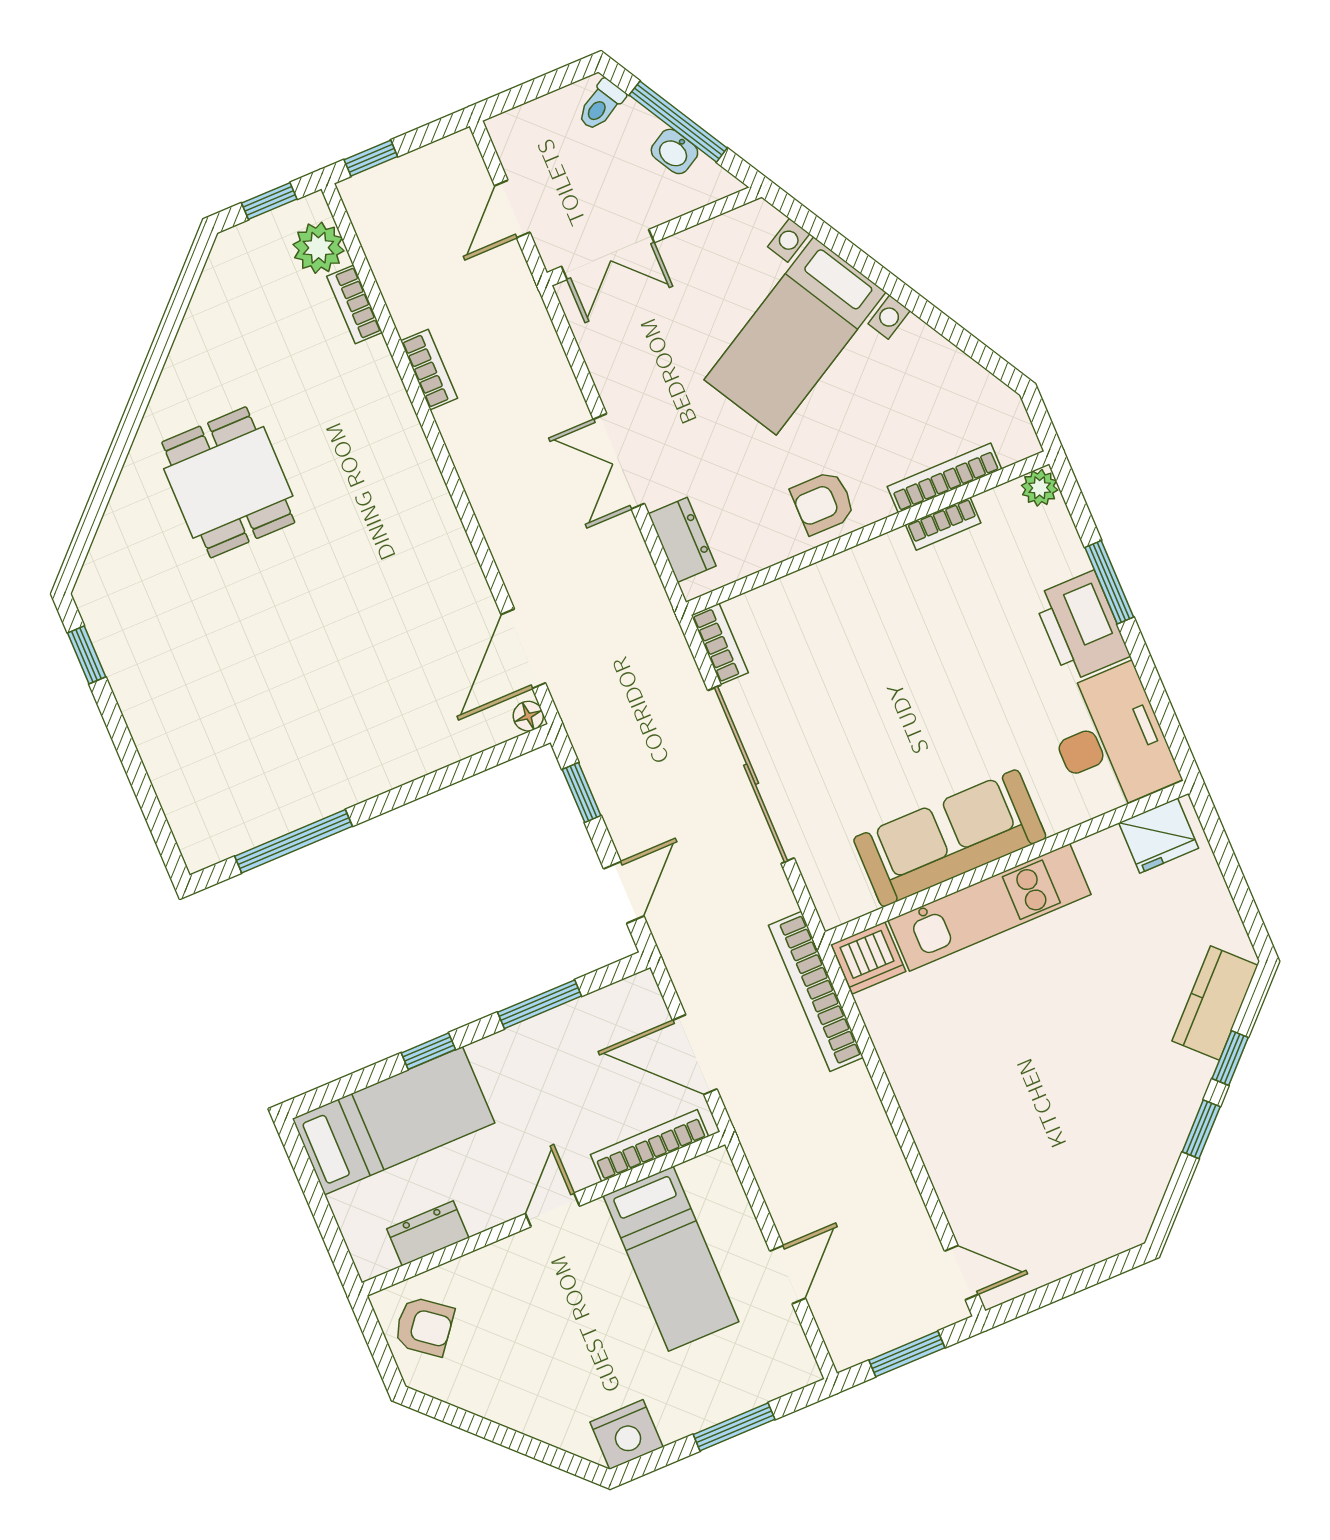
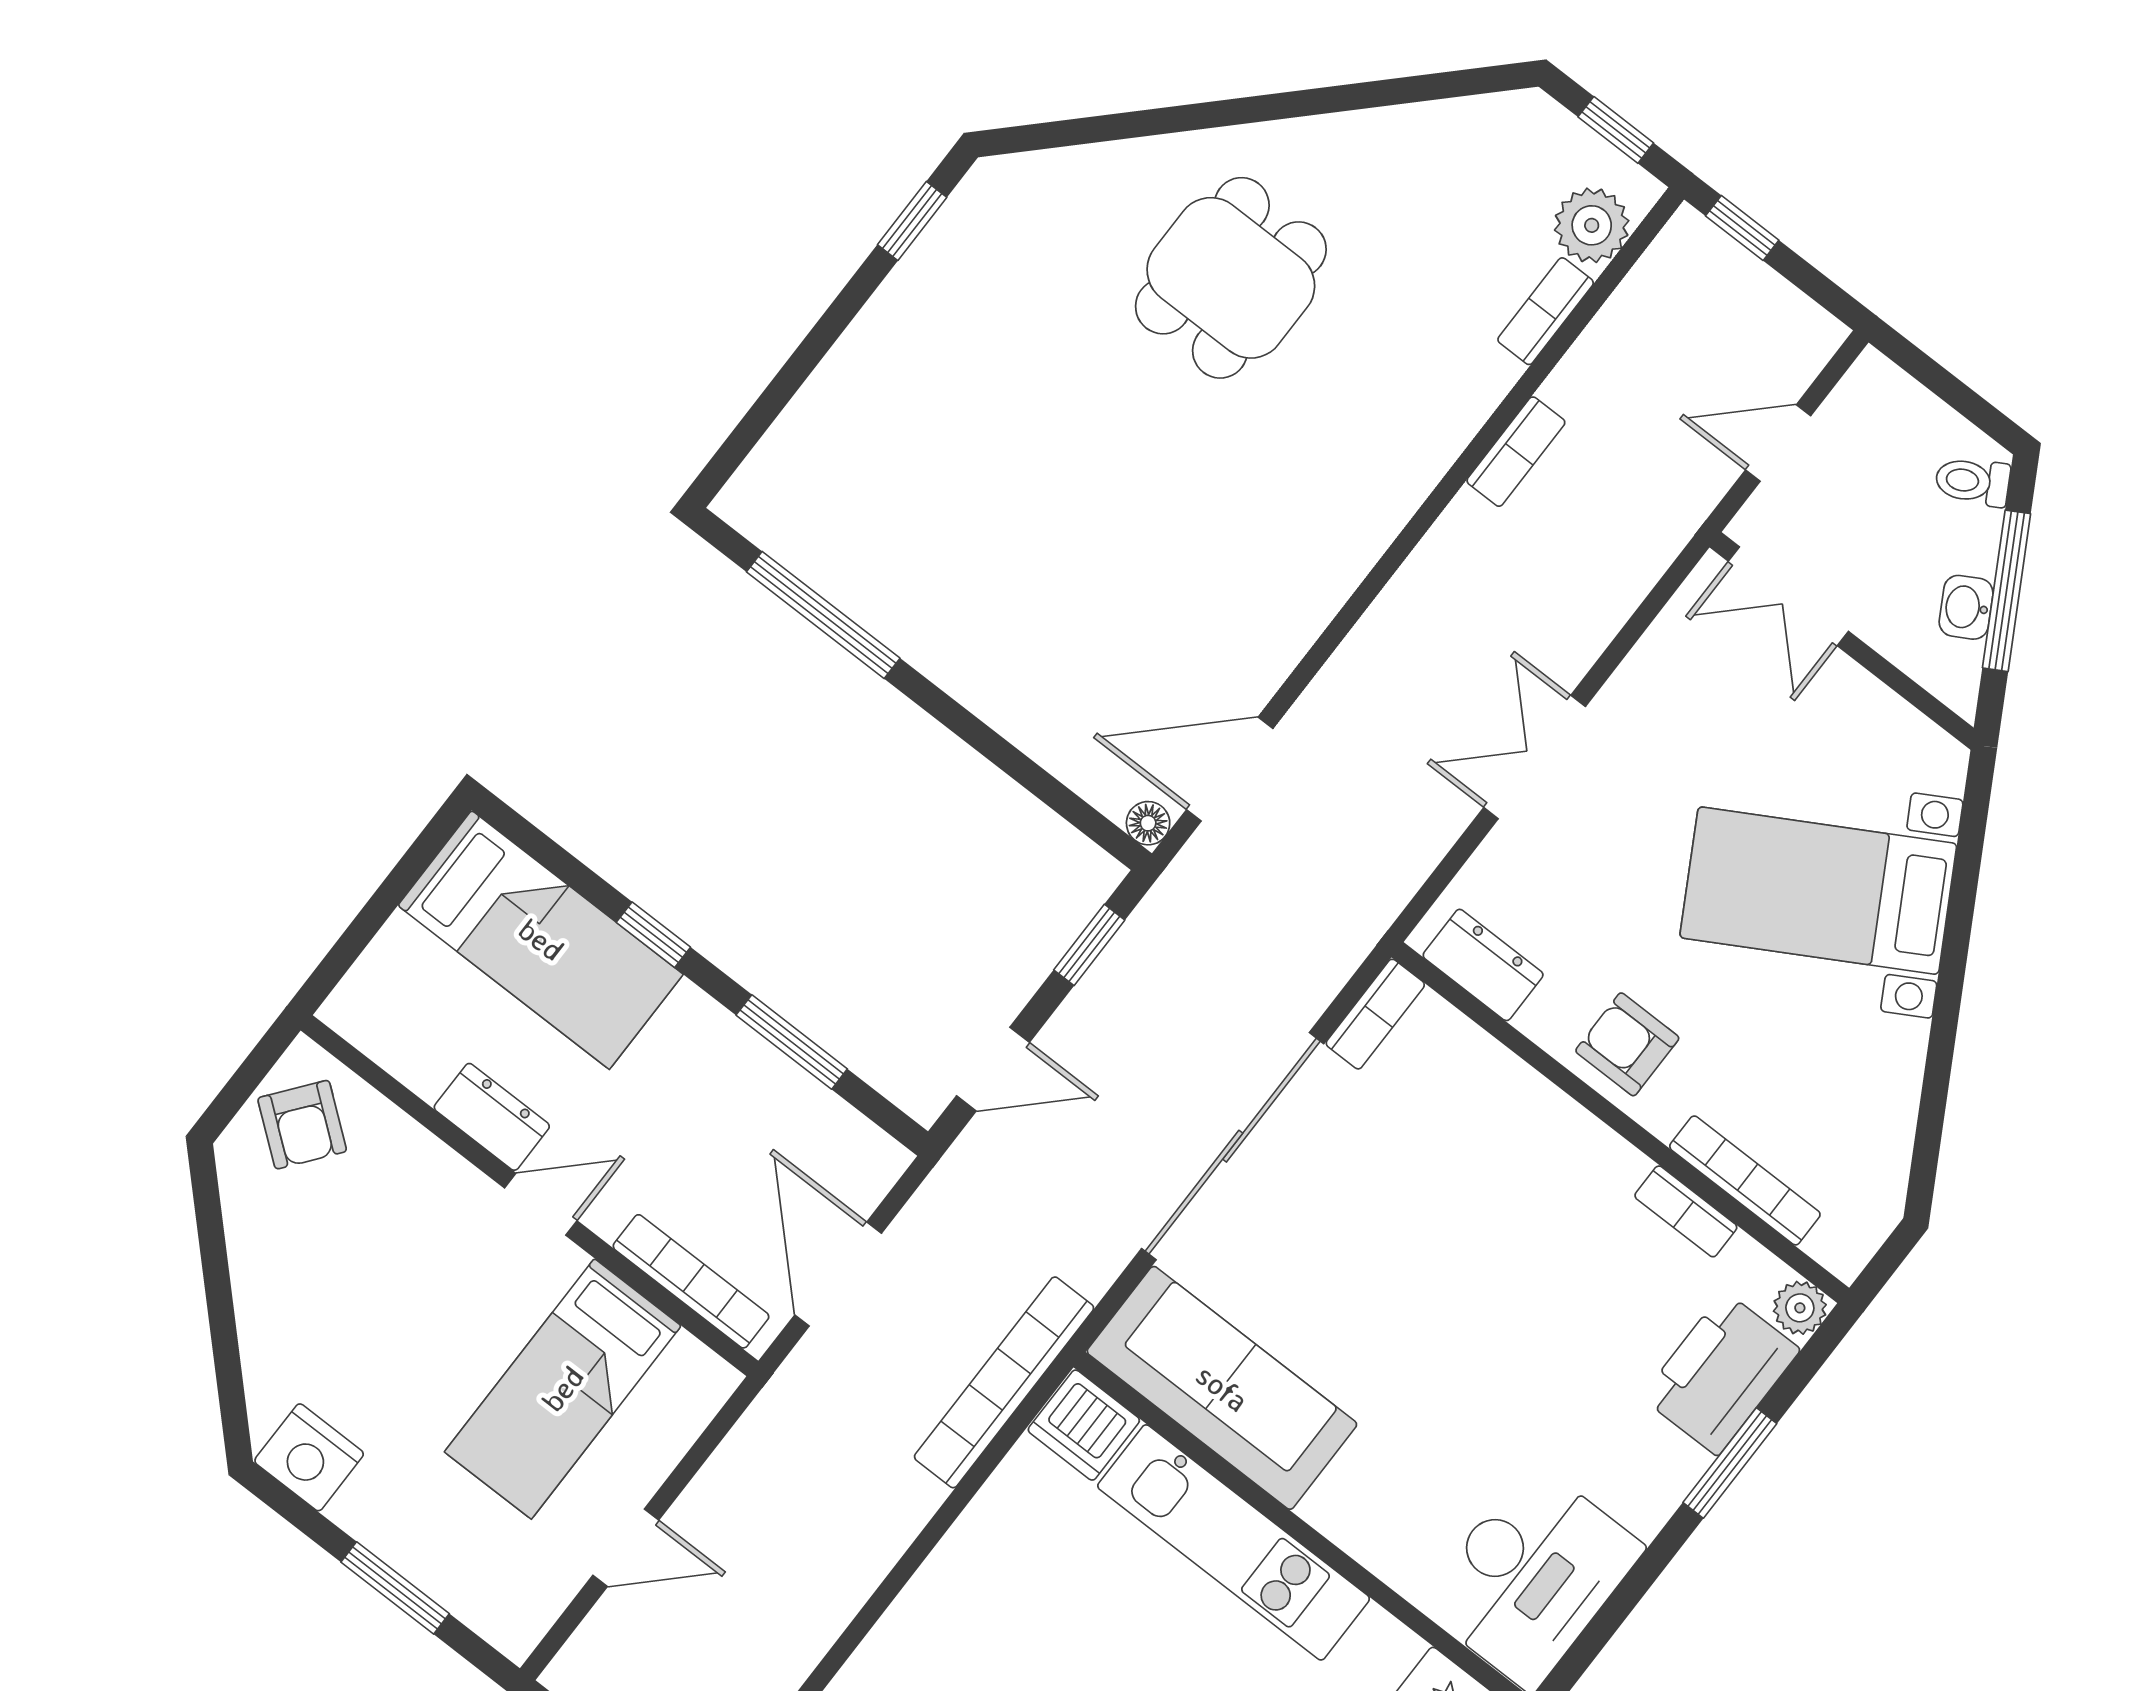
dresser: (682, 540) -> (1483, 965), moved, turned -90
printer: (1081, 626) -> (1721, 1373), moved
sofa: (950, 838) -> (1222, 1388), moved
dresser: (428, 1233) -> (492, 1117), moved

